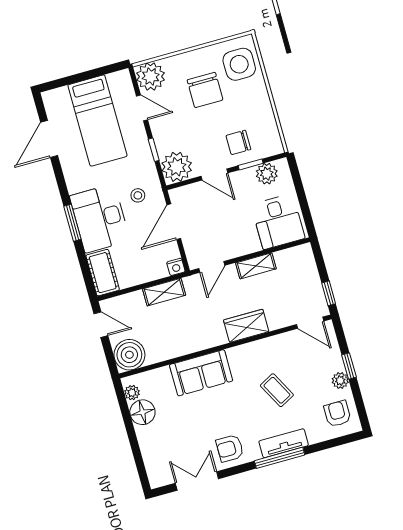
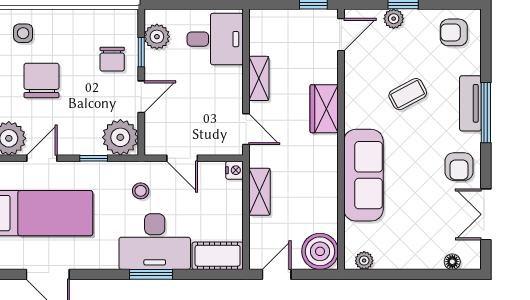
side table: (239, 64) -> (23, 33), width x0.54, depth x0.54
chair: (205, 90) -> (42, 80), turned -90
door: (174, 222) -> (182, 158), width x0.73
sofa: (201, 373) -> (363, 175), width x1.36
plant: (340, 381) -> (394, 19), moved
floor lamp: (142, 412) -> (452, 262), moved, width x0.53, depth x0.53

